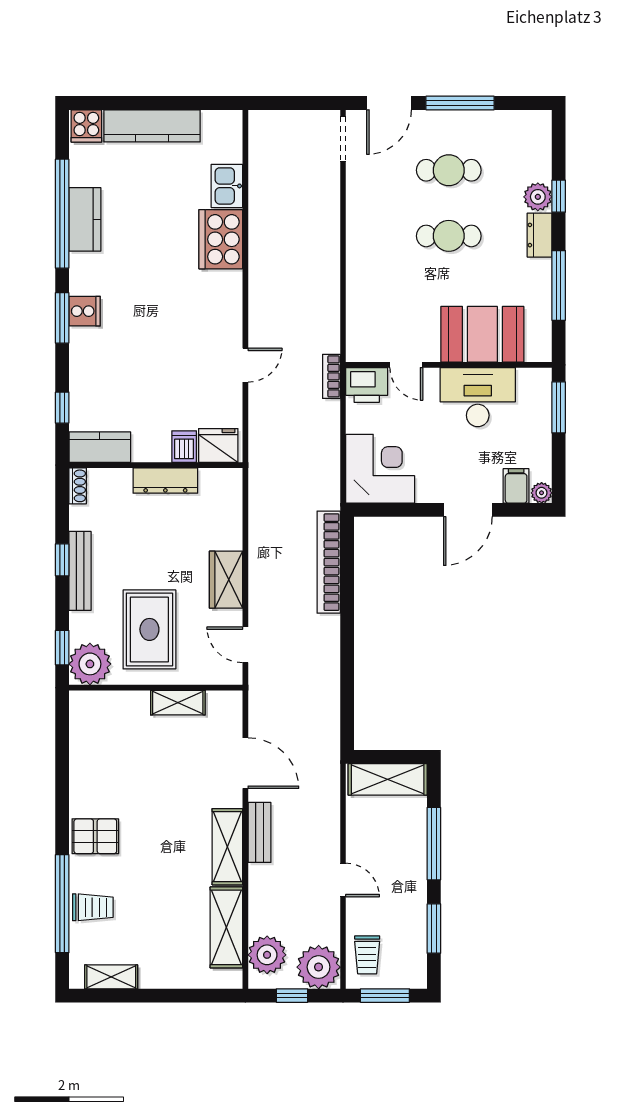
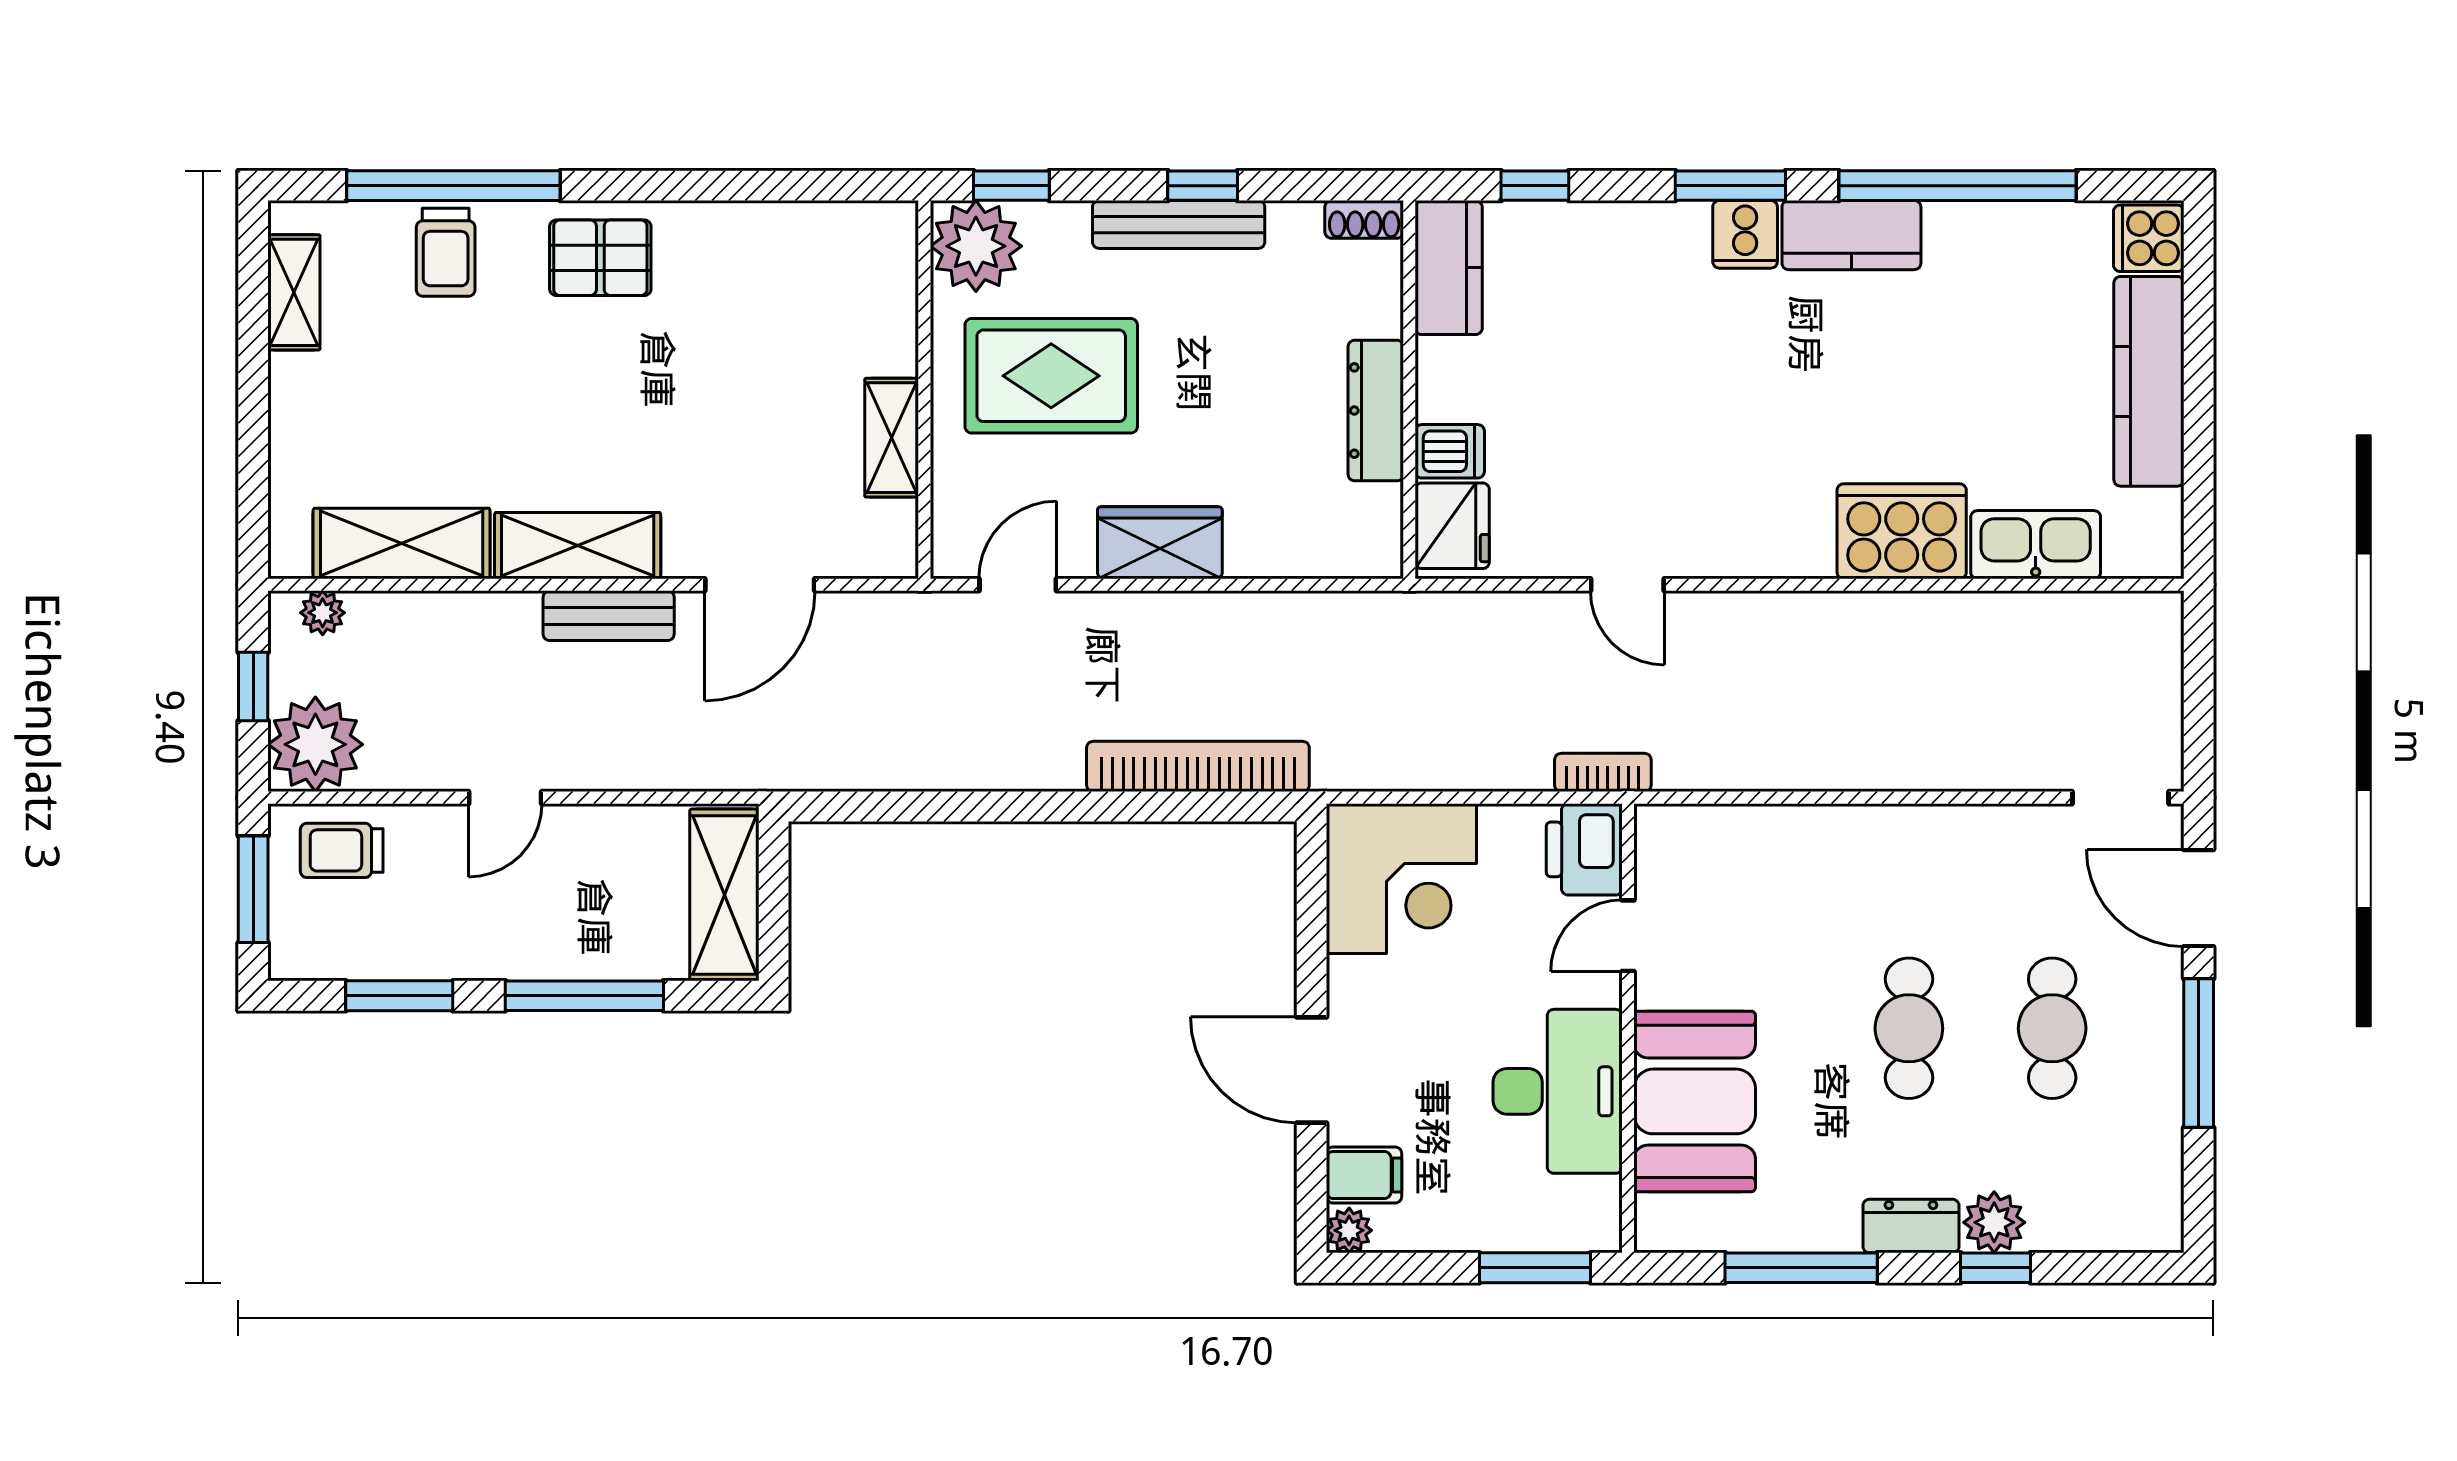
kitchen sink: (227, 186) -> (2036, 545), width x1.38
kitchen counter: (85, 219) -> (1851, 235), moved
pallet: (95, 836) -> (600, 258), turned 90
plant: (267, 955) -> (323, 613), width x0.53, depth x0.53

